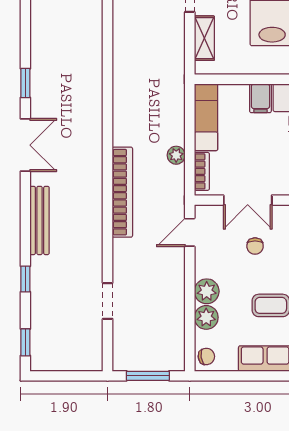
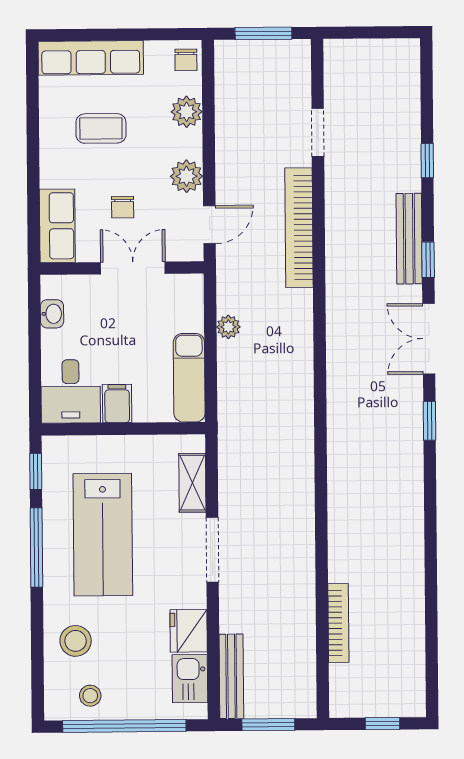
bookcase: (202, 171) -> (194, 306), removed
bookcase: (122, 192) -> (299, 228), moved
chair: (255, 246) -> (123, 207), turned 180
plant: (207, 291) -> (187, 176), moved
window: (25, 342) -> (428, 260), moved
chair: (206, 356) -> (186, 60), turned -81

